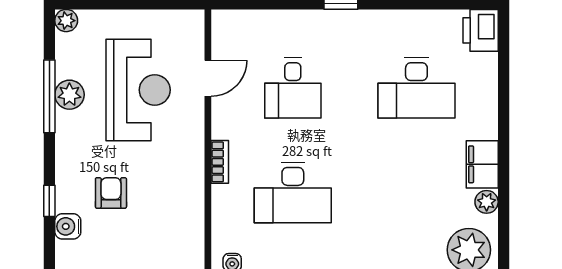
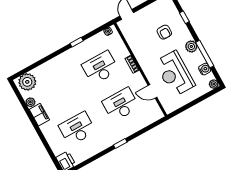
door: (208, 78) -> (153, 91), hinge flipped
desk: (293, 88) -> (121, 105), width x1.37
plant: (69, 95) -> (191, 46), moved
water cooler: (68, 226) -> (205, 69), moved

